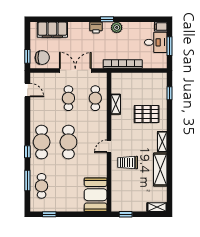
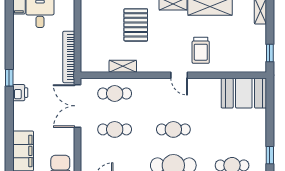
plant: (117, 27) -> (20, 65), removed
double door: (75, 70) -> (78, 106), moved
cafe table: (68, 142) -> (173, 129), width x0.73, depth x0.74

